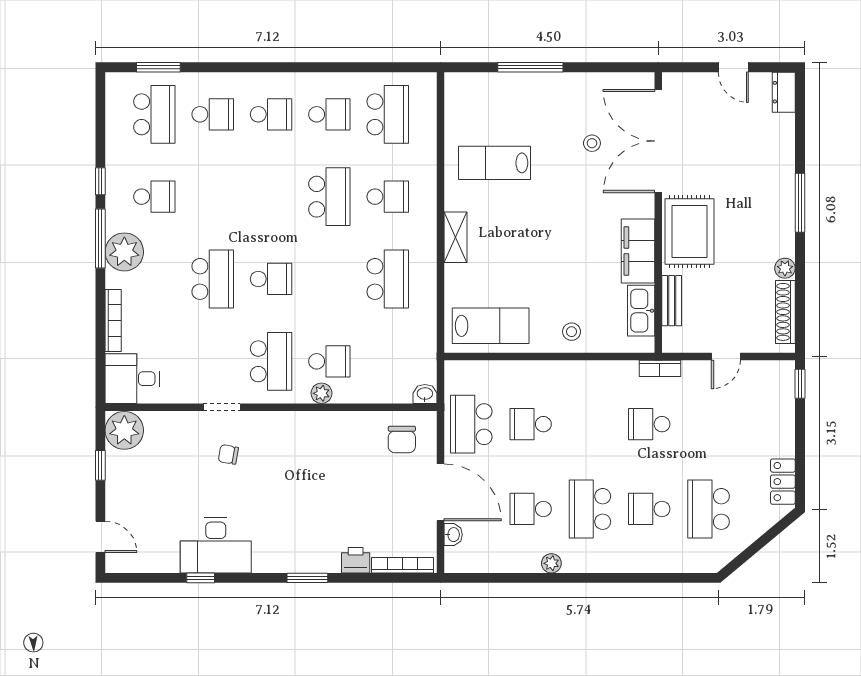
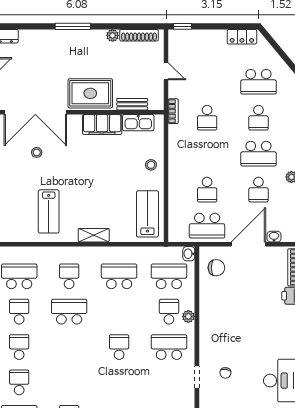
school desk: (213, 279) -> (169, 276), moved

